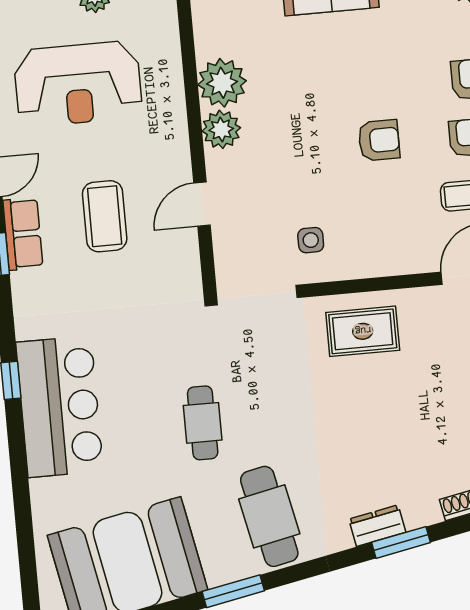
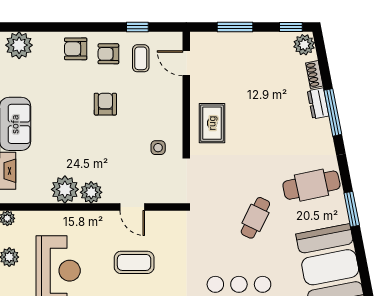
cafe table: (203, 423) -> (255, 218), turned -64
dresser: (377, 526) -> (318, 103), moved
window: (401, 542) -> (333, 112), width x1.44

